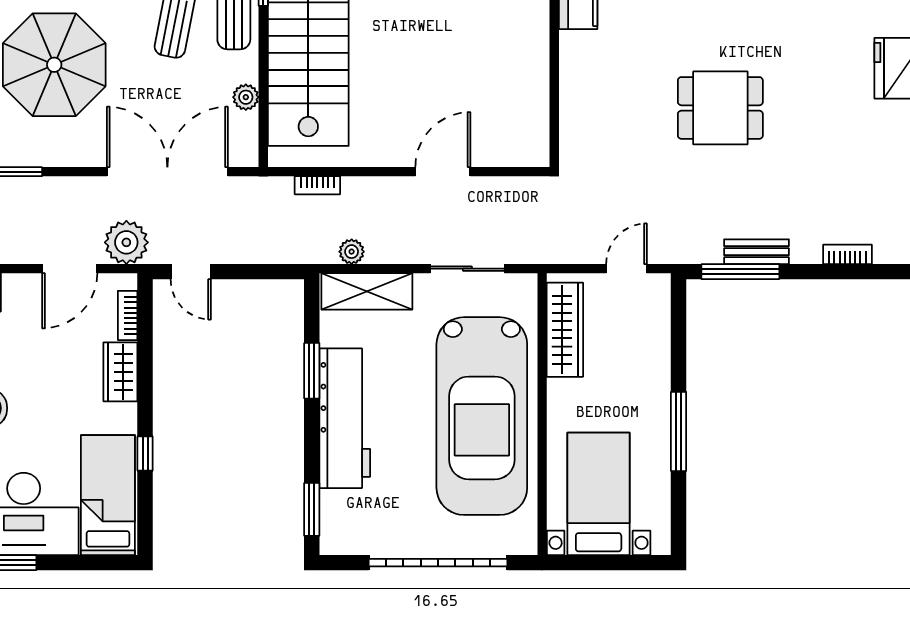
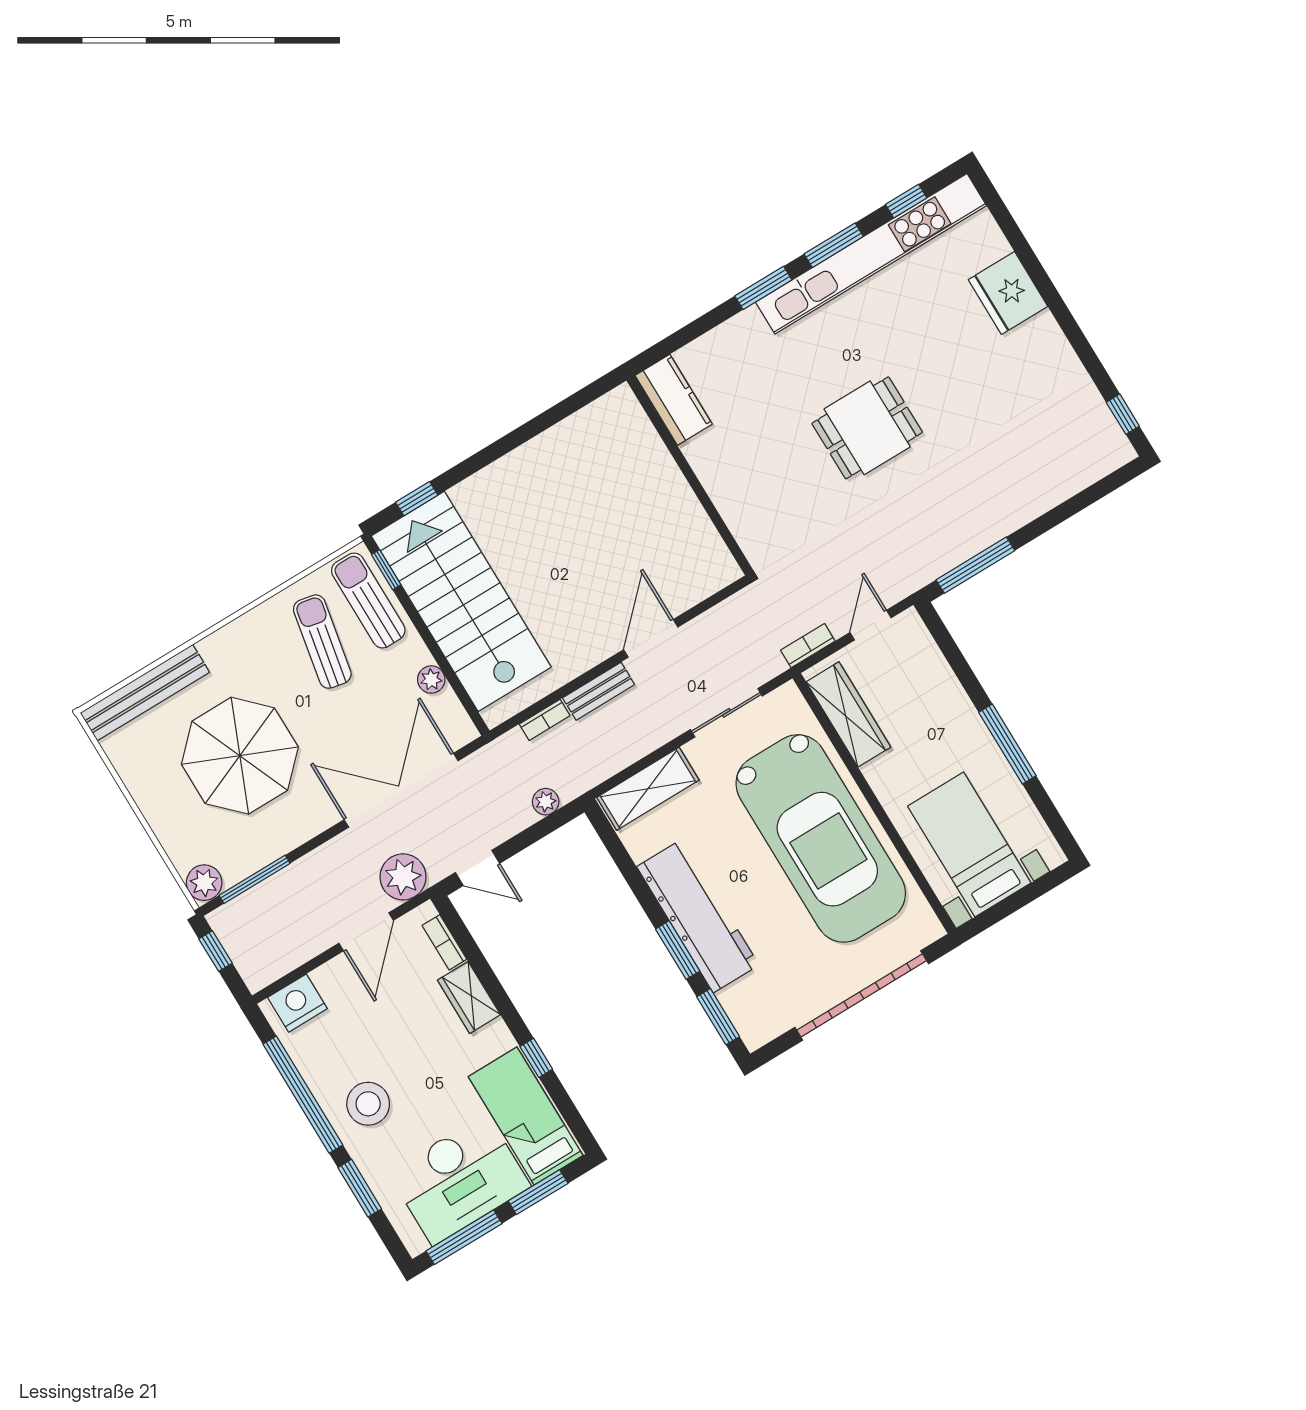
plant: (352, 252) -> (546, 802), moved
bench: (756, 252) -> (599, 691), moved
bookcase: (847, 254) -> (808, 646), moved
window: (312, 371) -> (678, 950), moved
window: (81, 563) -> (538, 1192), added

